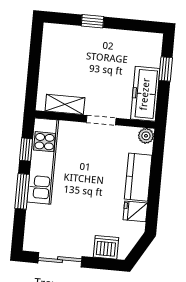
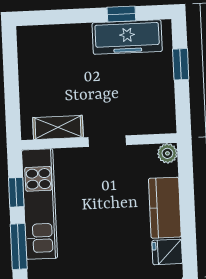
window: (92, 21) -> (121, 14), moved
freezer: (145, 94) -> (127, 37), moved, turned -90

